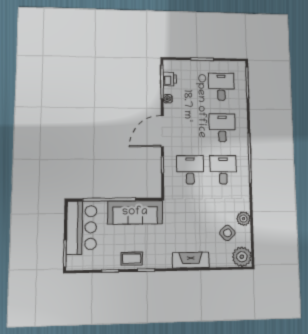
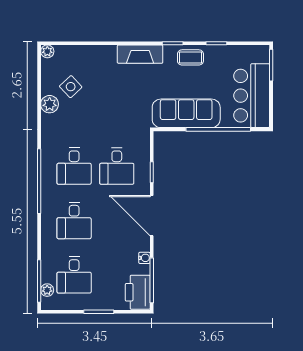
plant: (241, 76) -> (47, 290), added
printer: (170, 79) -> (138, 292), width x1.87, depth x1.48
door: (162, 131) -> (152, 216), swing flipped
plant: (242, 257) -> (47, 51), width x0.53, depth x0.53
fireplace: (191, 260) -> (140, 54), moved

